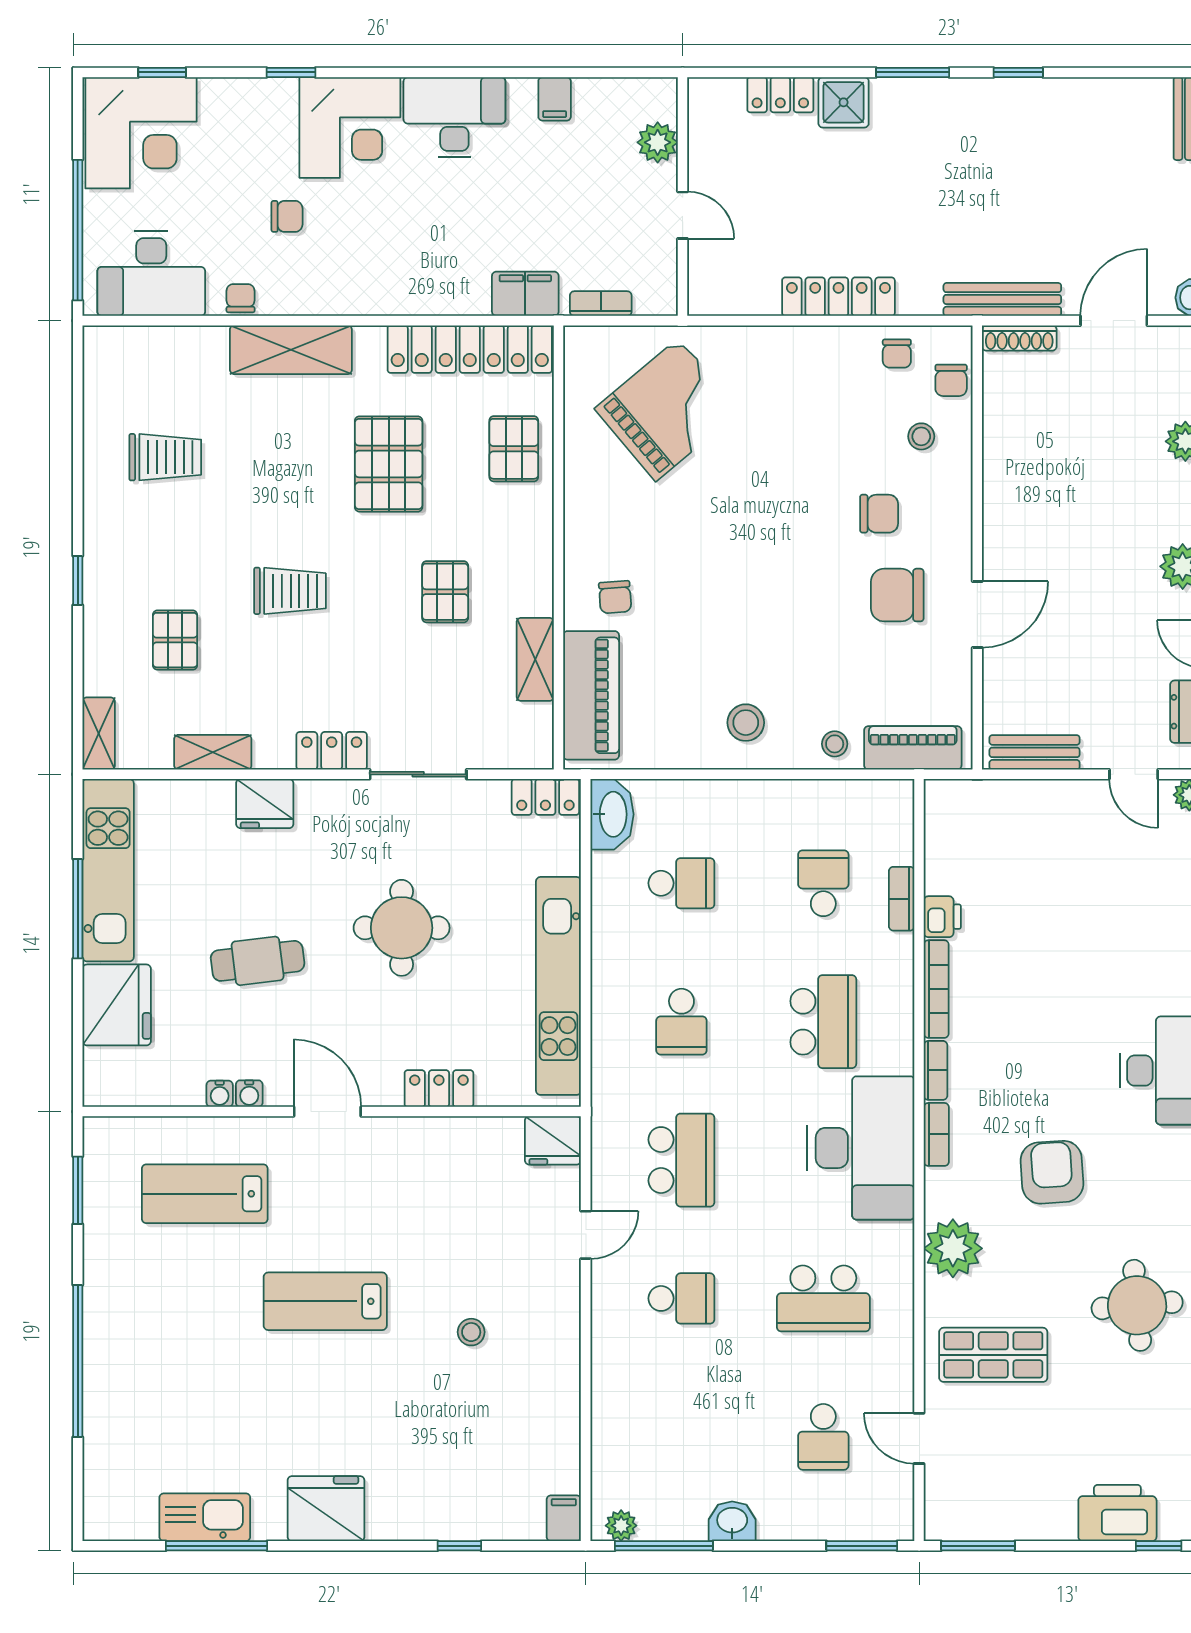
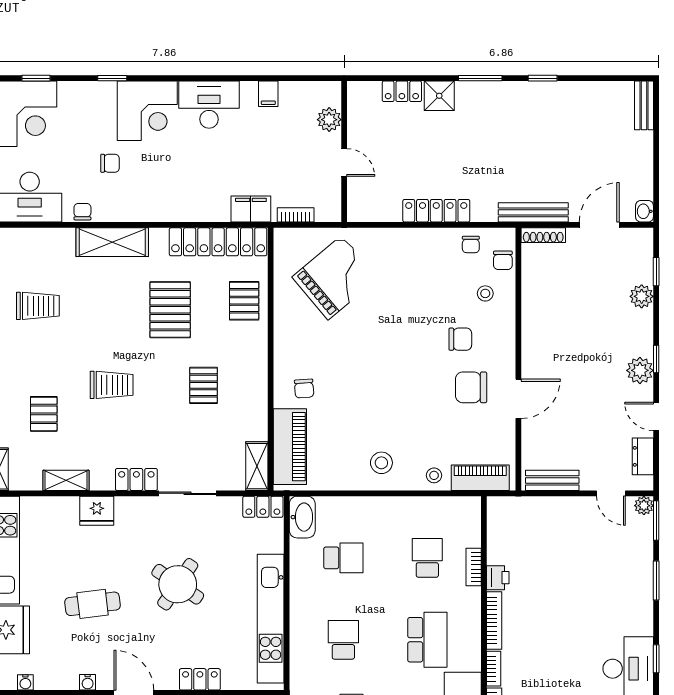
shelving: (535, 659) -> (257, 466), moved
round table: (402, 928) -> (178, 584), turned 34
school desk: (681, 1022) -> (343, 640), turned 180
water cooler: (220, 1094) -> (25, 682), moved

